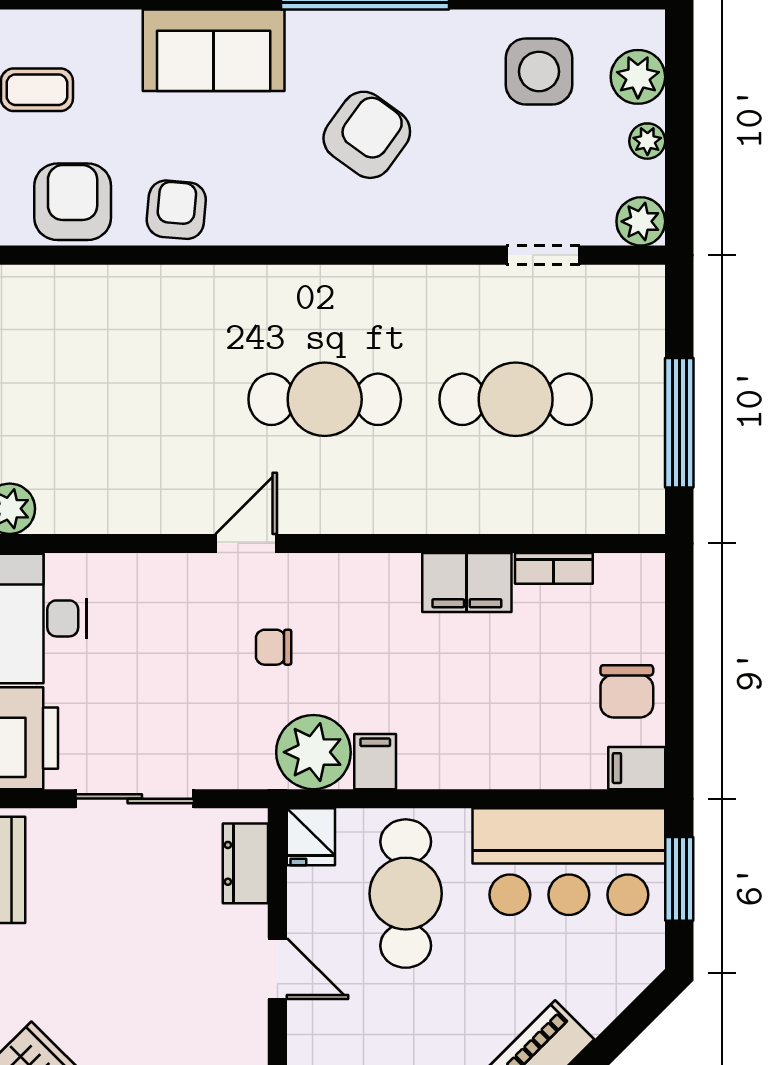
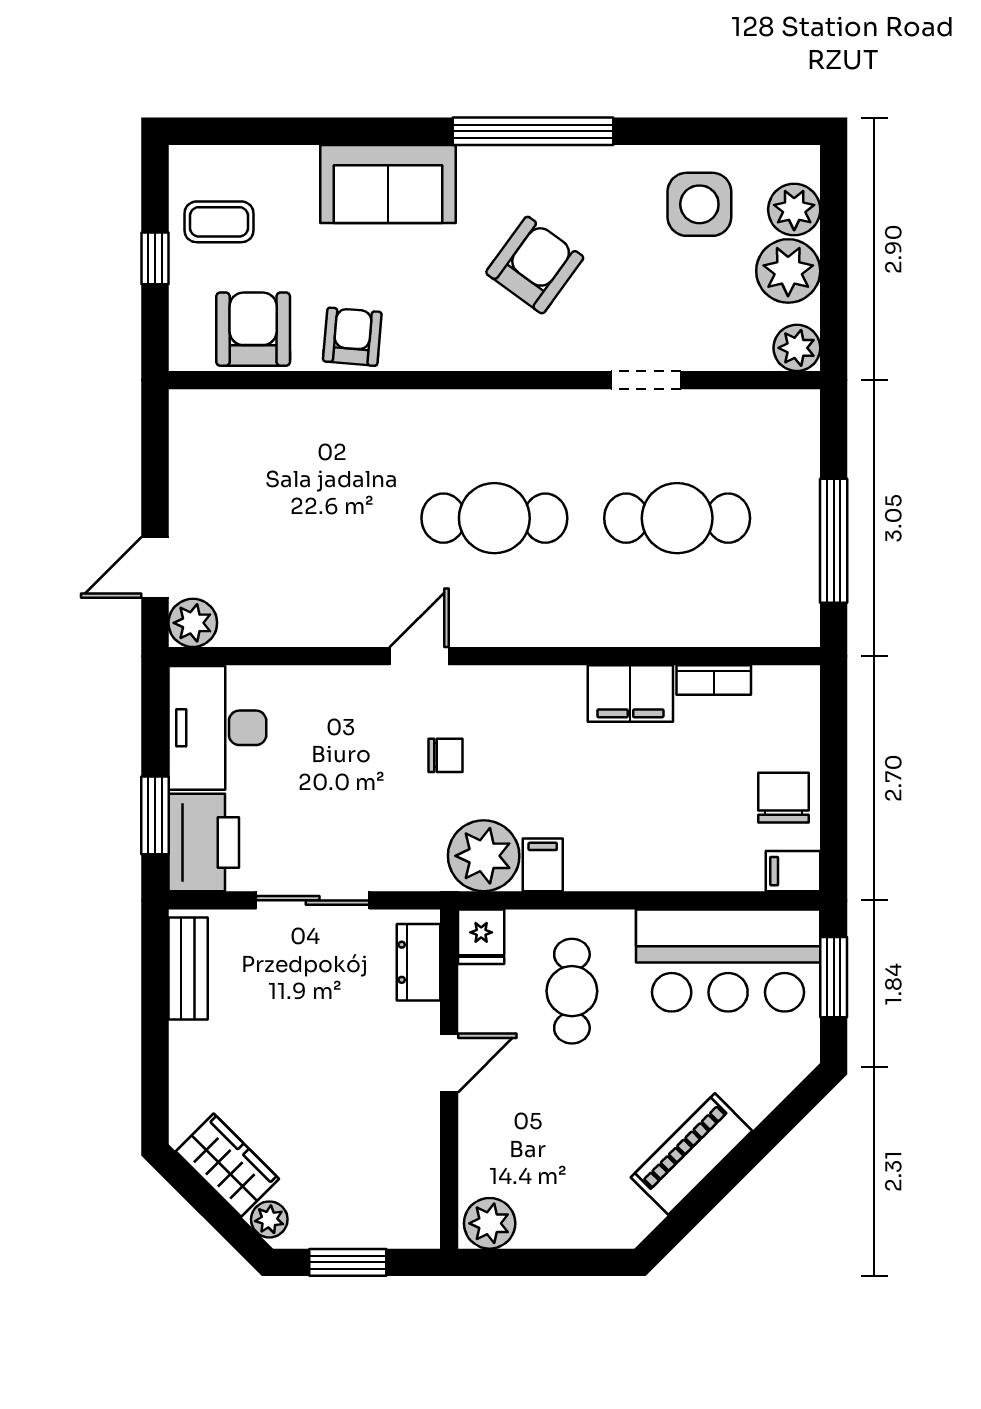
plant: (647, 141) -> (788, 271), width x1.87, depth x1.87
doorway: (543, 255) -> (646, 380), moved
chair: (274, 647) -> (446, 755), turned 180
chair: (627, 691) -> (783, 798), turned 180
cafe table: (406, 894) -> (572, 991), width x0.73, depth x0.74
door: (277, 969) -> (449, 1063), hinge flipped

